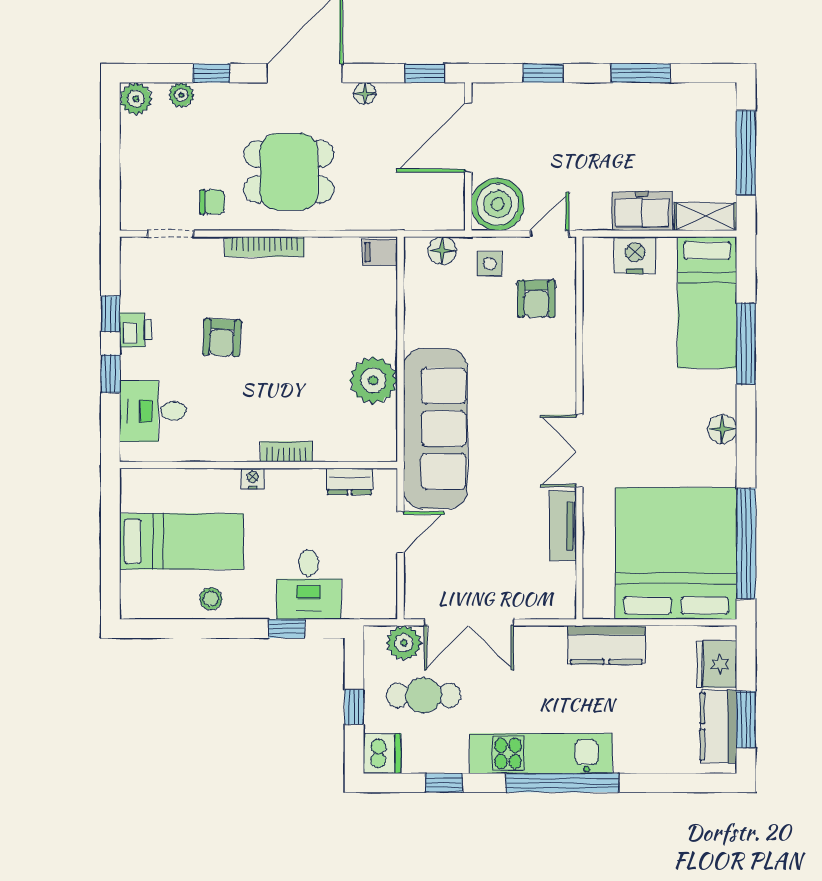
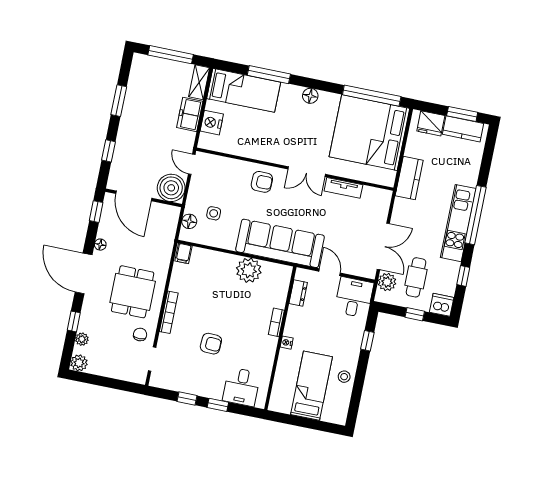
side table: (490, 264) -> (214, 213), moved
armchair: (536, 299) -> (262, 182), moved
printer: (135, 330) -> (198, 387), removed
desk: (309, 585) -> (354, 297), moved, turned -90

